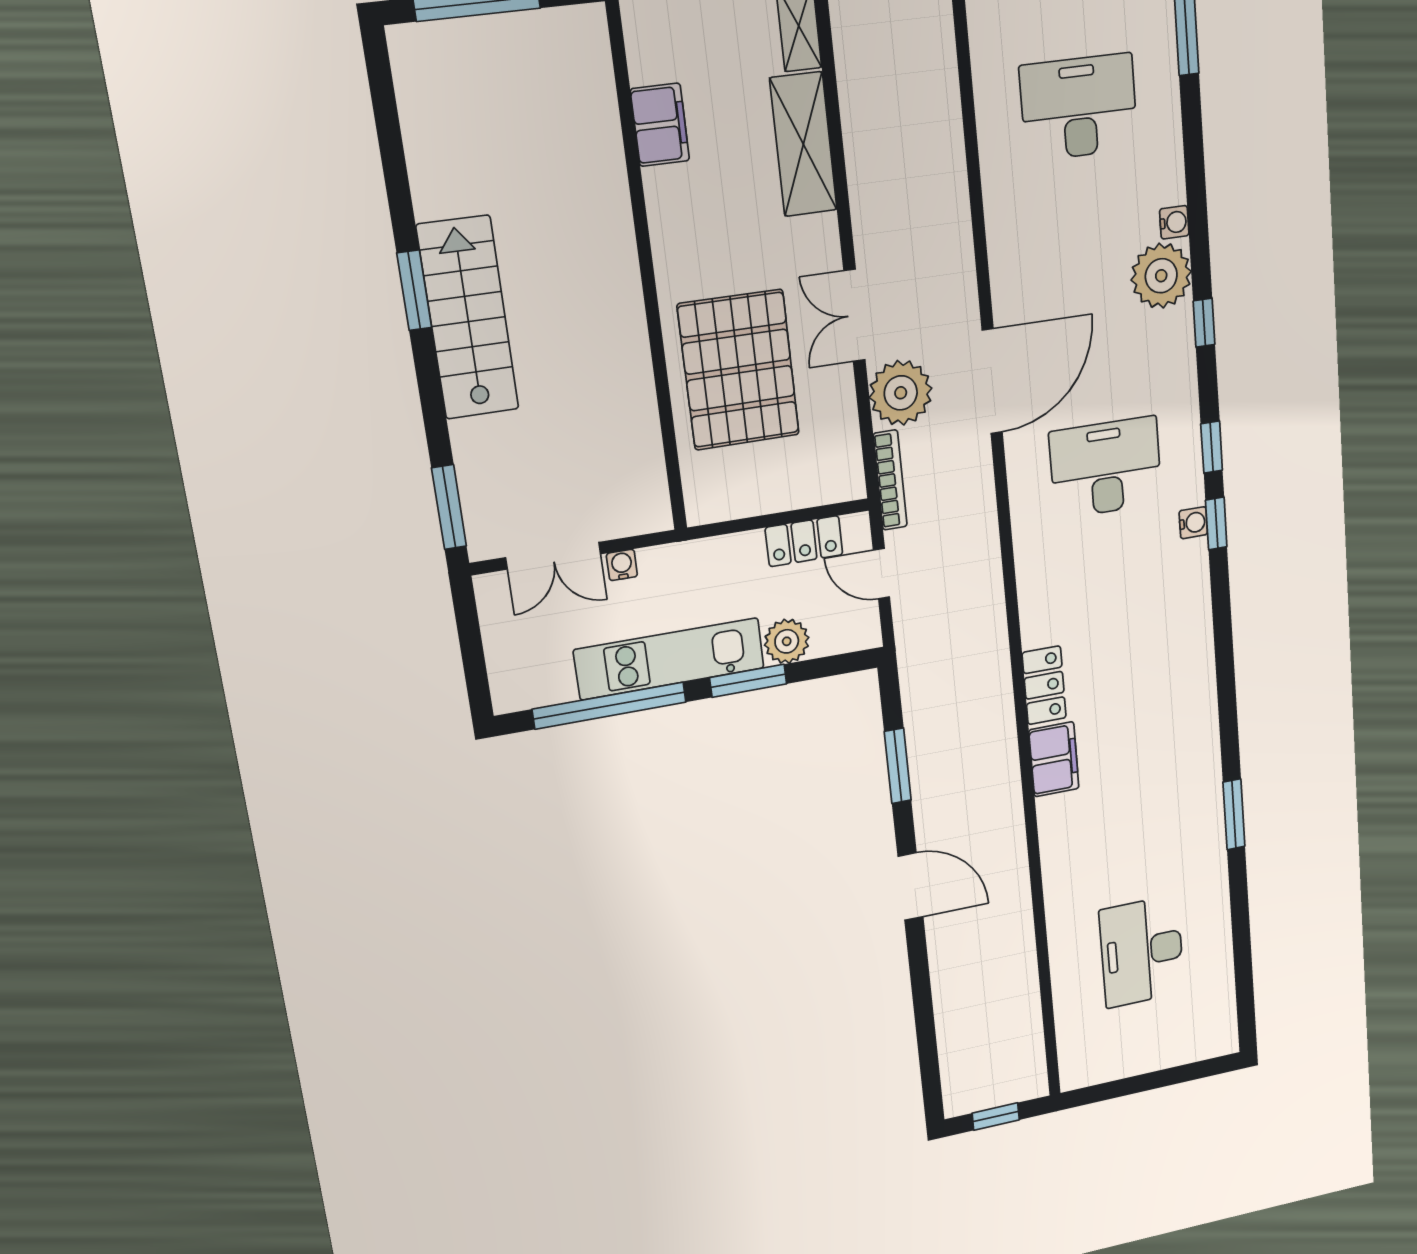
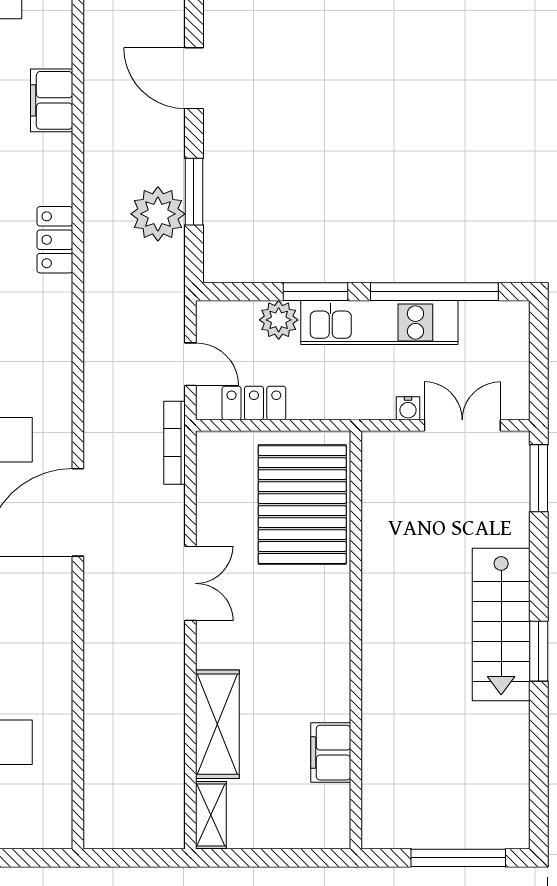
pallet: (739, 370) -> (302, 505), moved
plant: (901, 393) -> (158, 214), moved
filing cabinet: (1054, 759) -> (52, 100), moved

